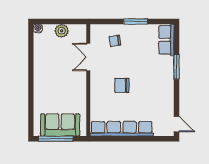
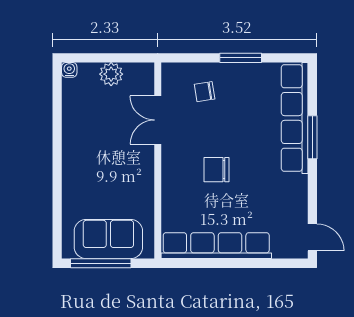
row of seats: (166, 40) -> (295, 118), width x2.02

